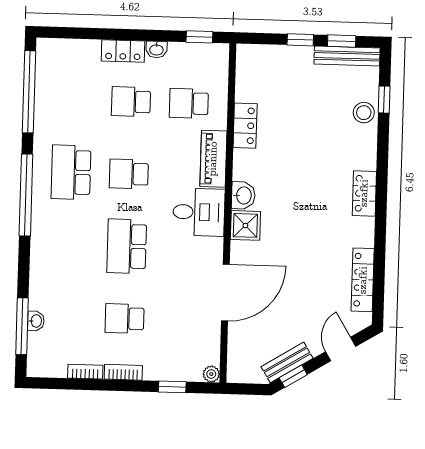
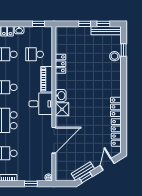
locker: (364, 193) -> (116, 107), moved

